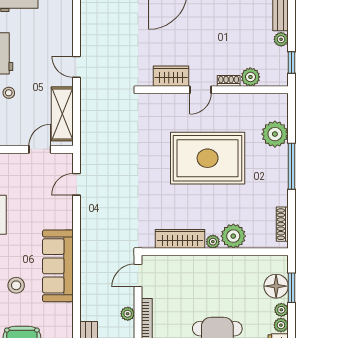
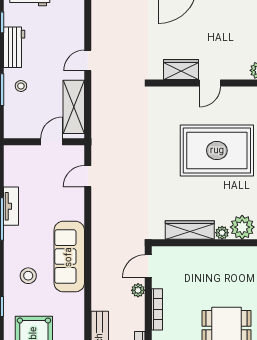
door: (77, 67) -> (88, 60), hinge flipped
shoe rack: (229, 81) -> (238, 74), removed
plant: (128, 314) -> (138, 290), moved

